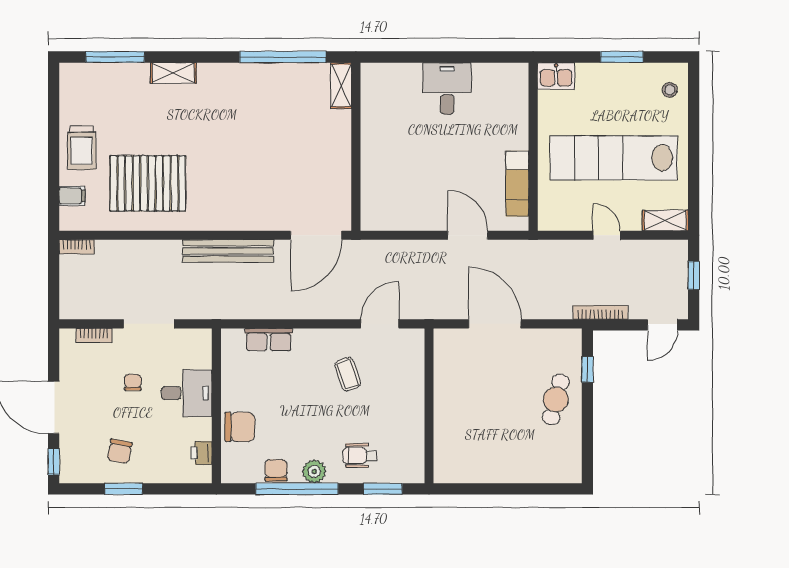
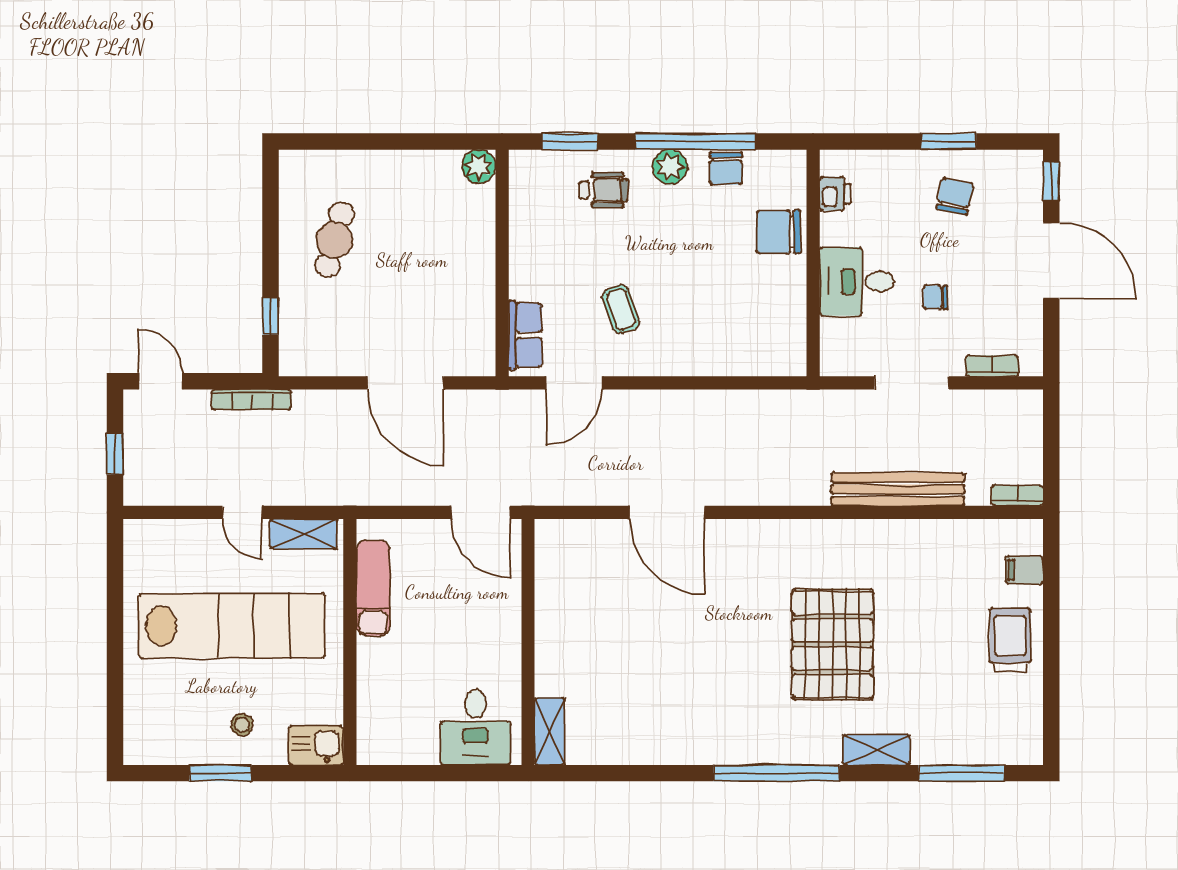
window: (283, 57) -> (776, 773), moved
shelving: (341, 85) -> (550, 731), moved
stool: (670, 90) -> (242, 725), moved
wall: (356, 147) -> (528, 642), moved
pallet: (148, 183) -> (833, 644), moved, turned 90
shelving: (665, 221) -> (304, 534), moved
door: (316, 235) -> (667, 512), swing flipped
door: (468, 235) -> (481, 512), moved
bench: (228, 251) -> (898, 489), moved
door: (663, 325) -> (161, 381), hinge flipped
row of seats: (269, 340) -> (525, 335), moved, turned 90
chair: (133, 382) -> (935, 297), turned 90
cafe table: (556, 399) -> (334, 240), moved
plant: (445, 472) -> (479, 166), added

